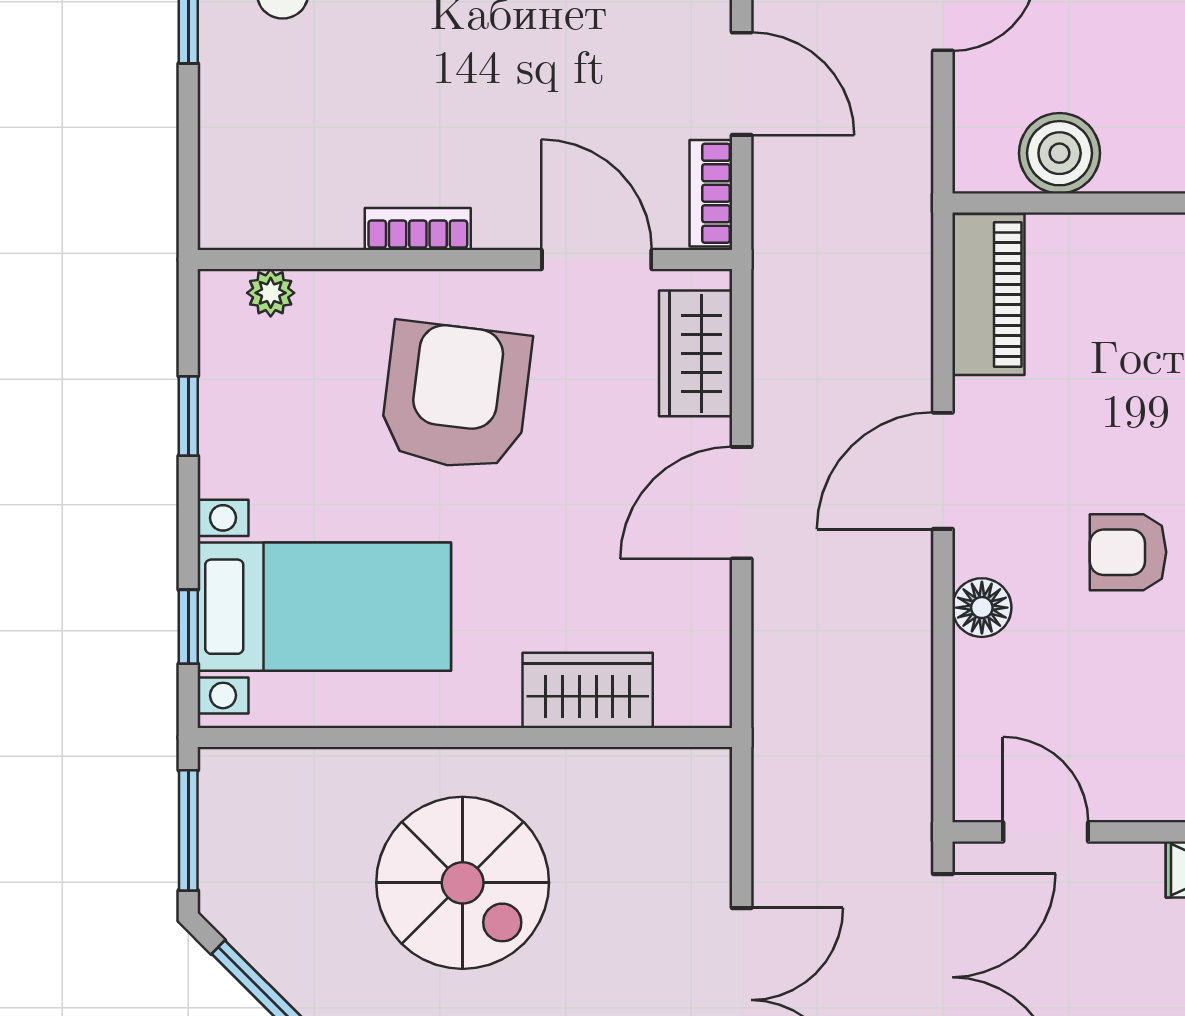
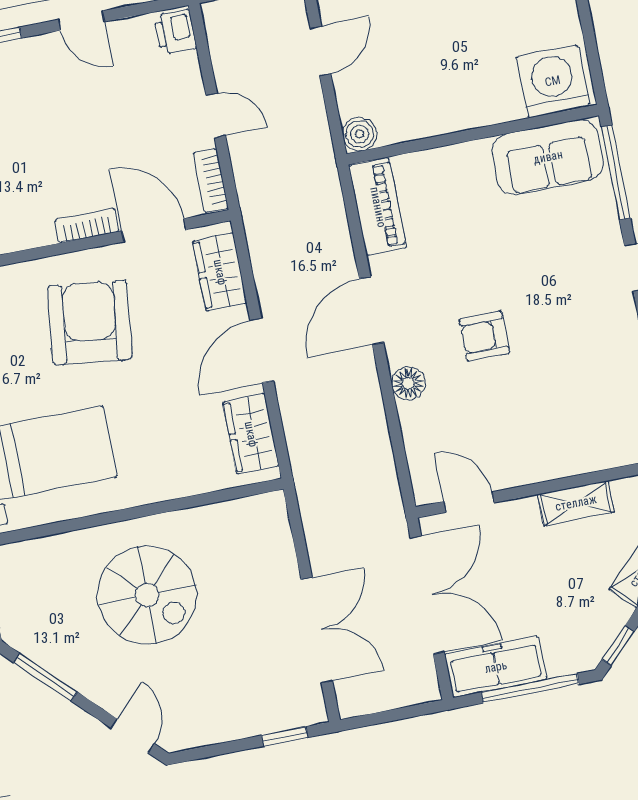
door: (742, 84) -> (216, 115), width x0.73
boiler: (1060, 153) -> (360, 134), moved, width x0.73, depth x0.73
bookcase: (418, 229) -> (87, 225), moved
wardrobe: (588, 690) -> (251, 434), moved, turned -90

